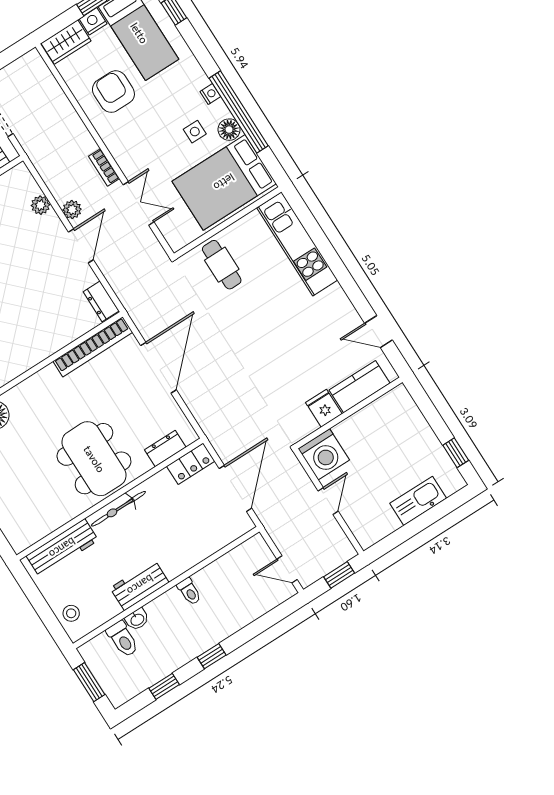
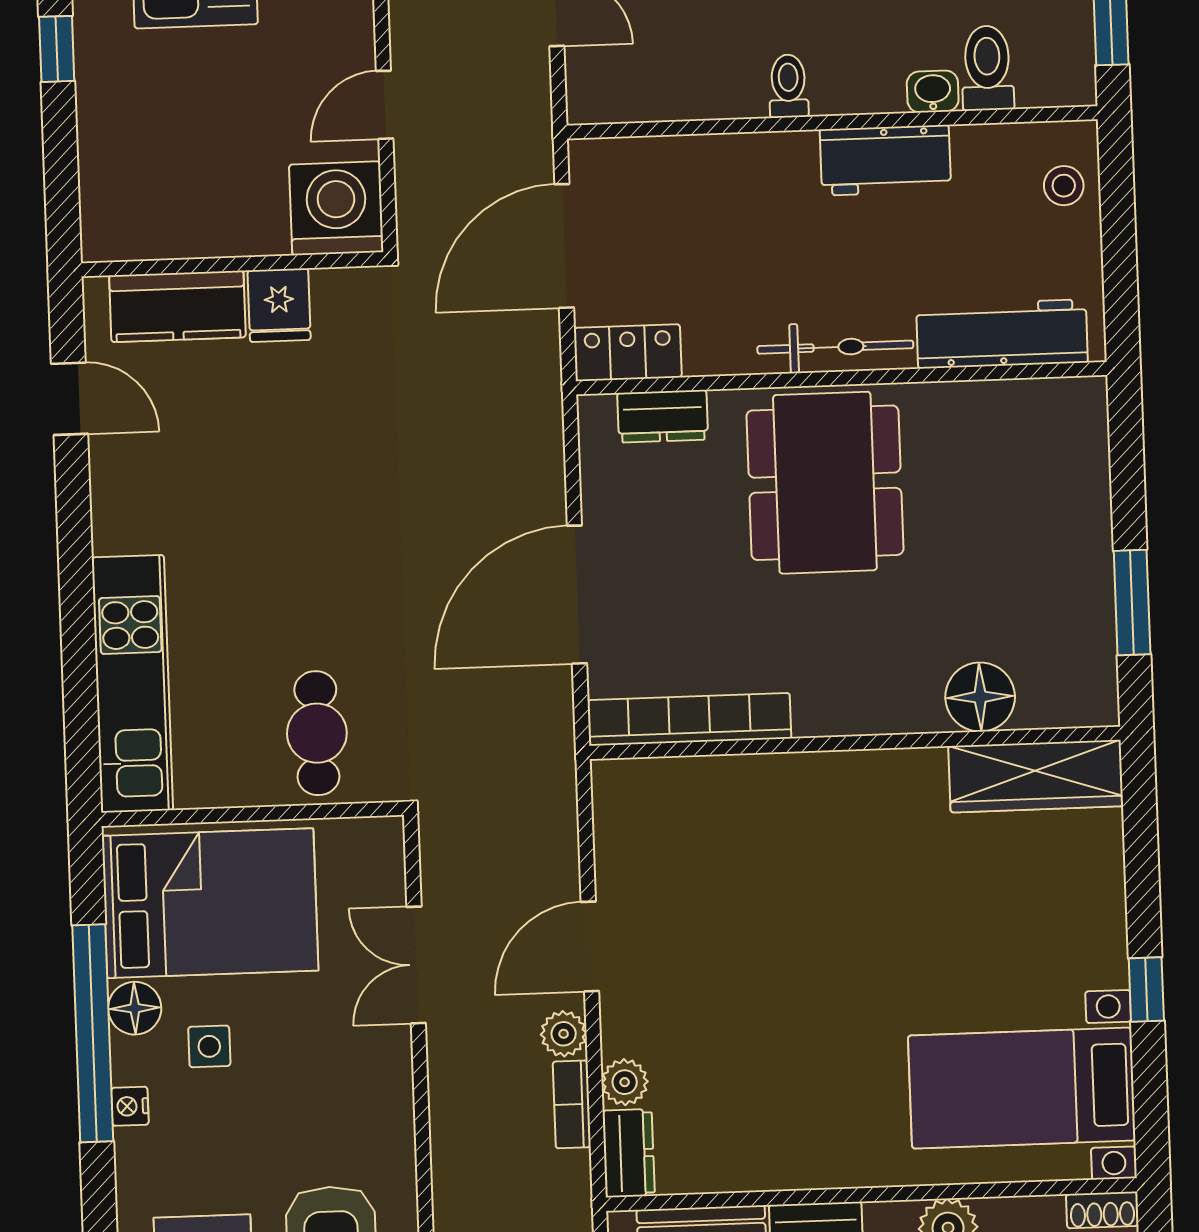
bookcase: (104, 167) -> (572, 1104), moved, turned 180
dresser: (101, 301) -> (629, 1153), moved

